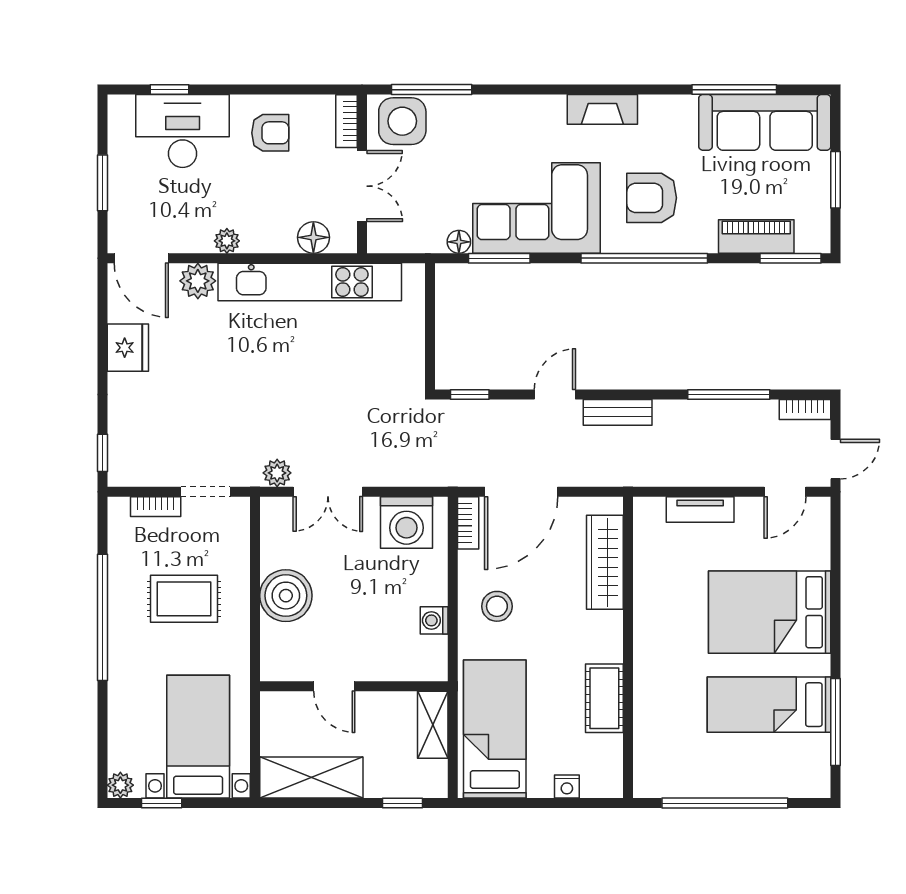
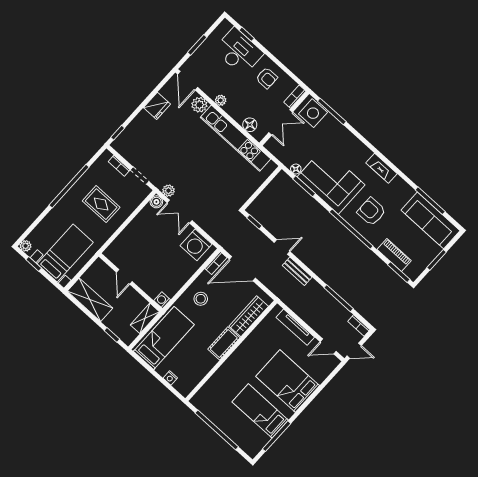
tv unit: (700, 509) -> (295, 327), width x1.41
boiler: (286, 596) -> (156, 202), moved, width x0.54, depth x0.54
washing machine: (434, 620) -> (162, 300), moved
cot: (604, 698) -> (224, 343), moved

